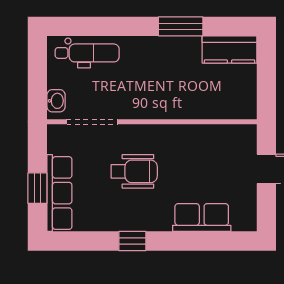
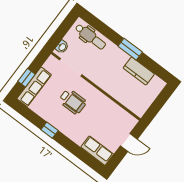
window: (181, 26) -> (130, 49), moved
kitchen counter: (229, 50) -> (139, 71), moved
row of seats: (202, 218) -> (97, 151), moved

